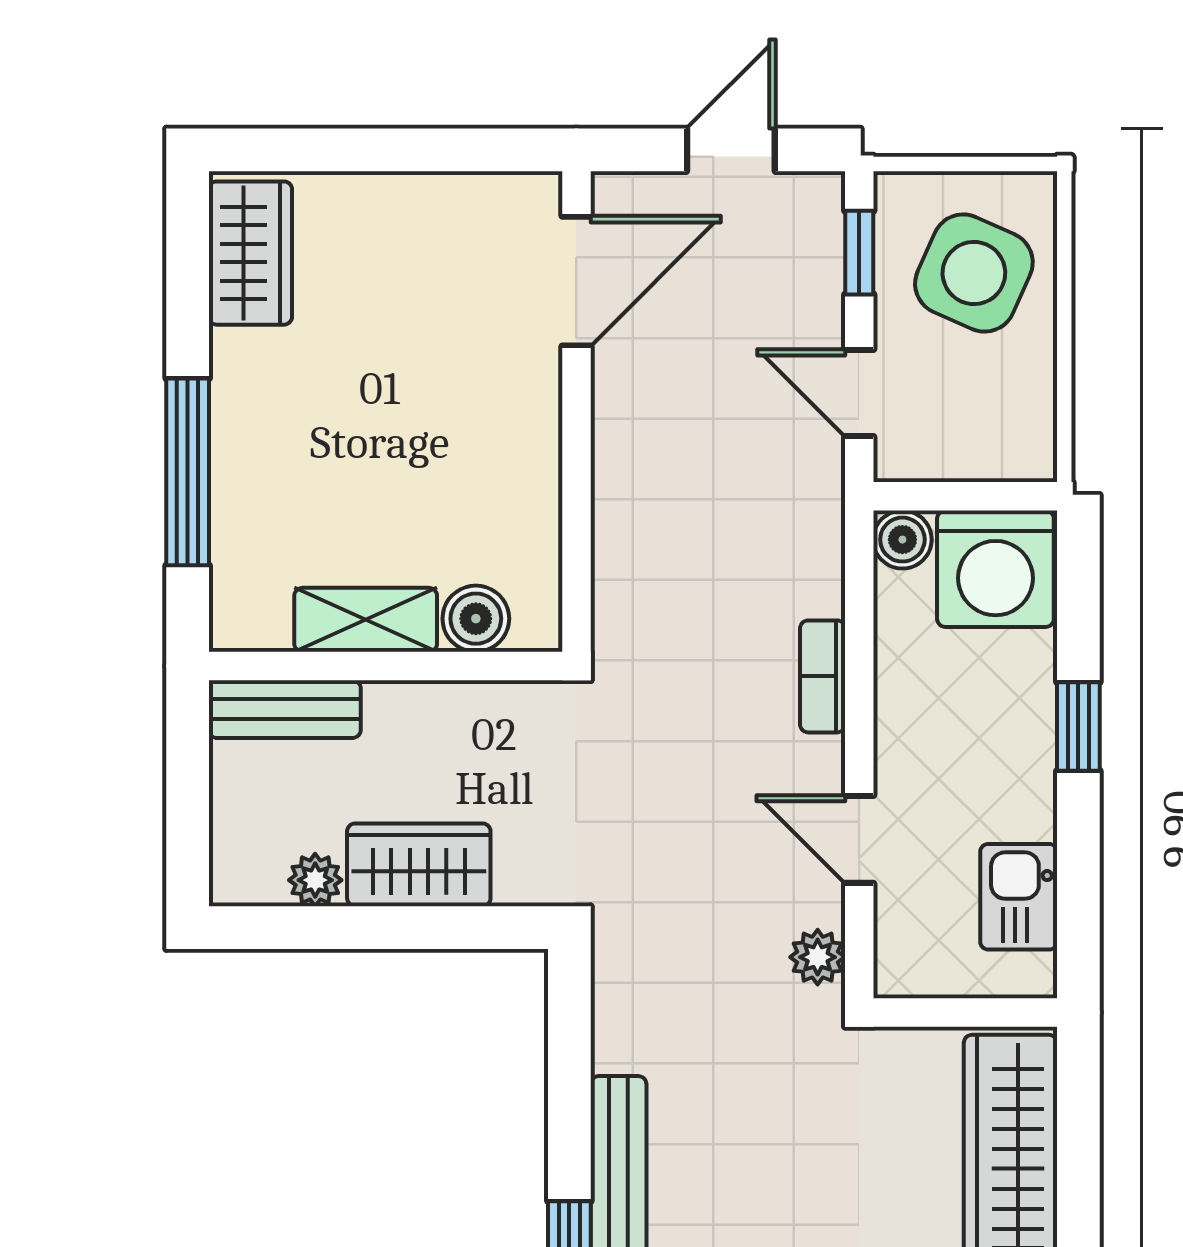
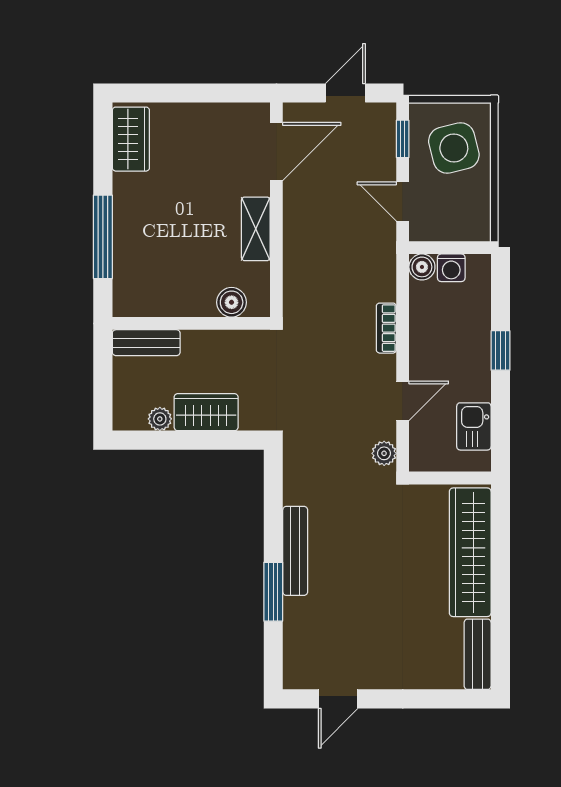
side table: (974, 273) -> (454, 148), turned -38
washing machine: (995, 569) -> (451, 268), width x0.53, depth x0.53
shelving: (366, 620) -> (256, 229), moved, turned 90
door: (859, 839) -> (403, 401), swing flipped

